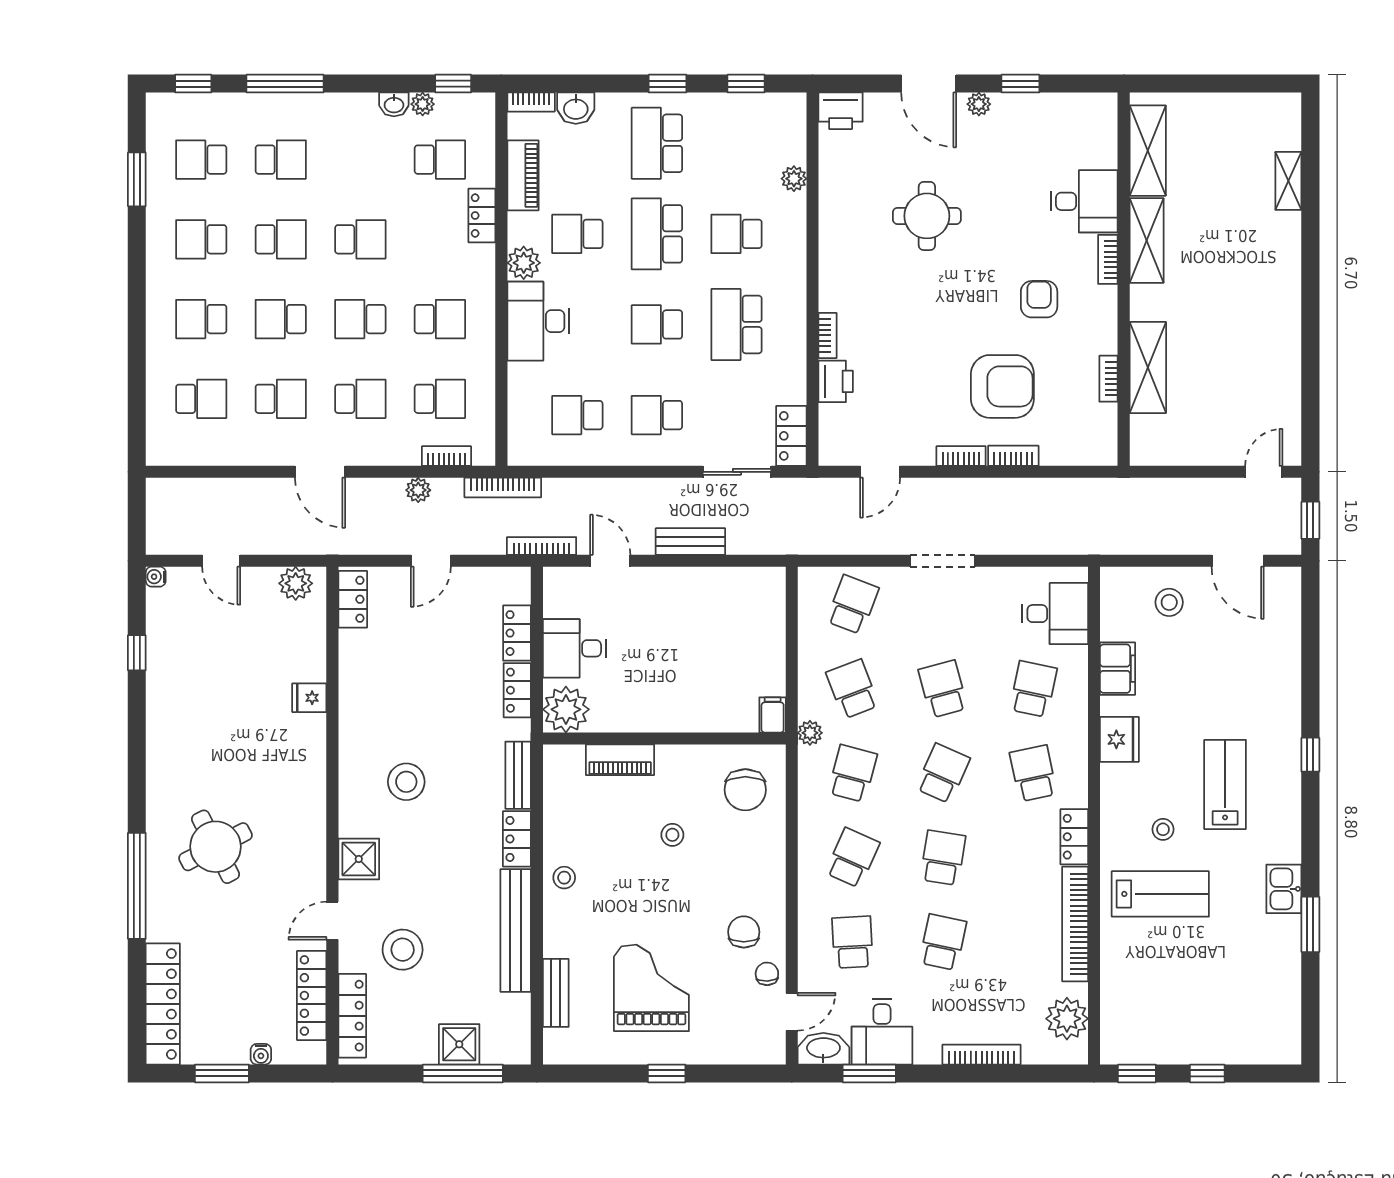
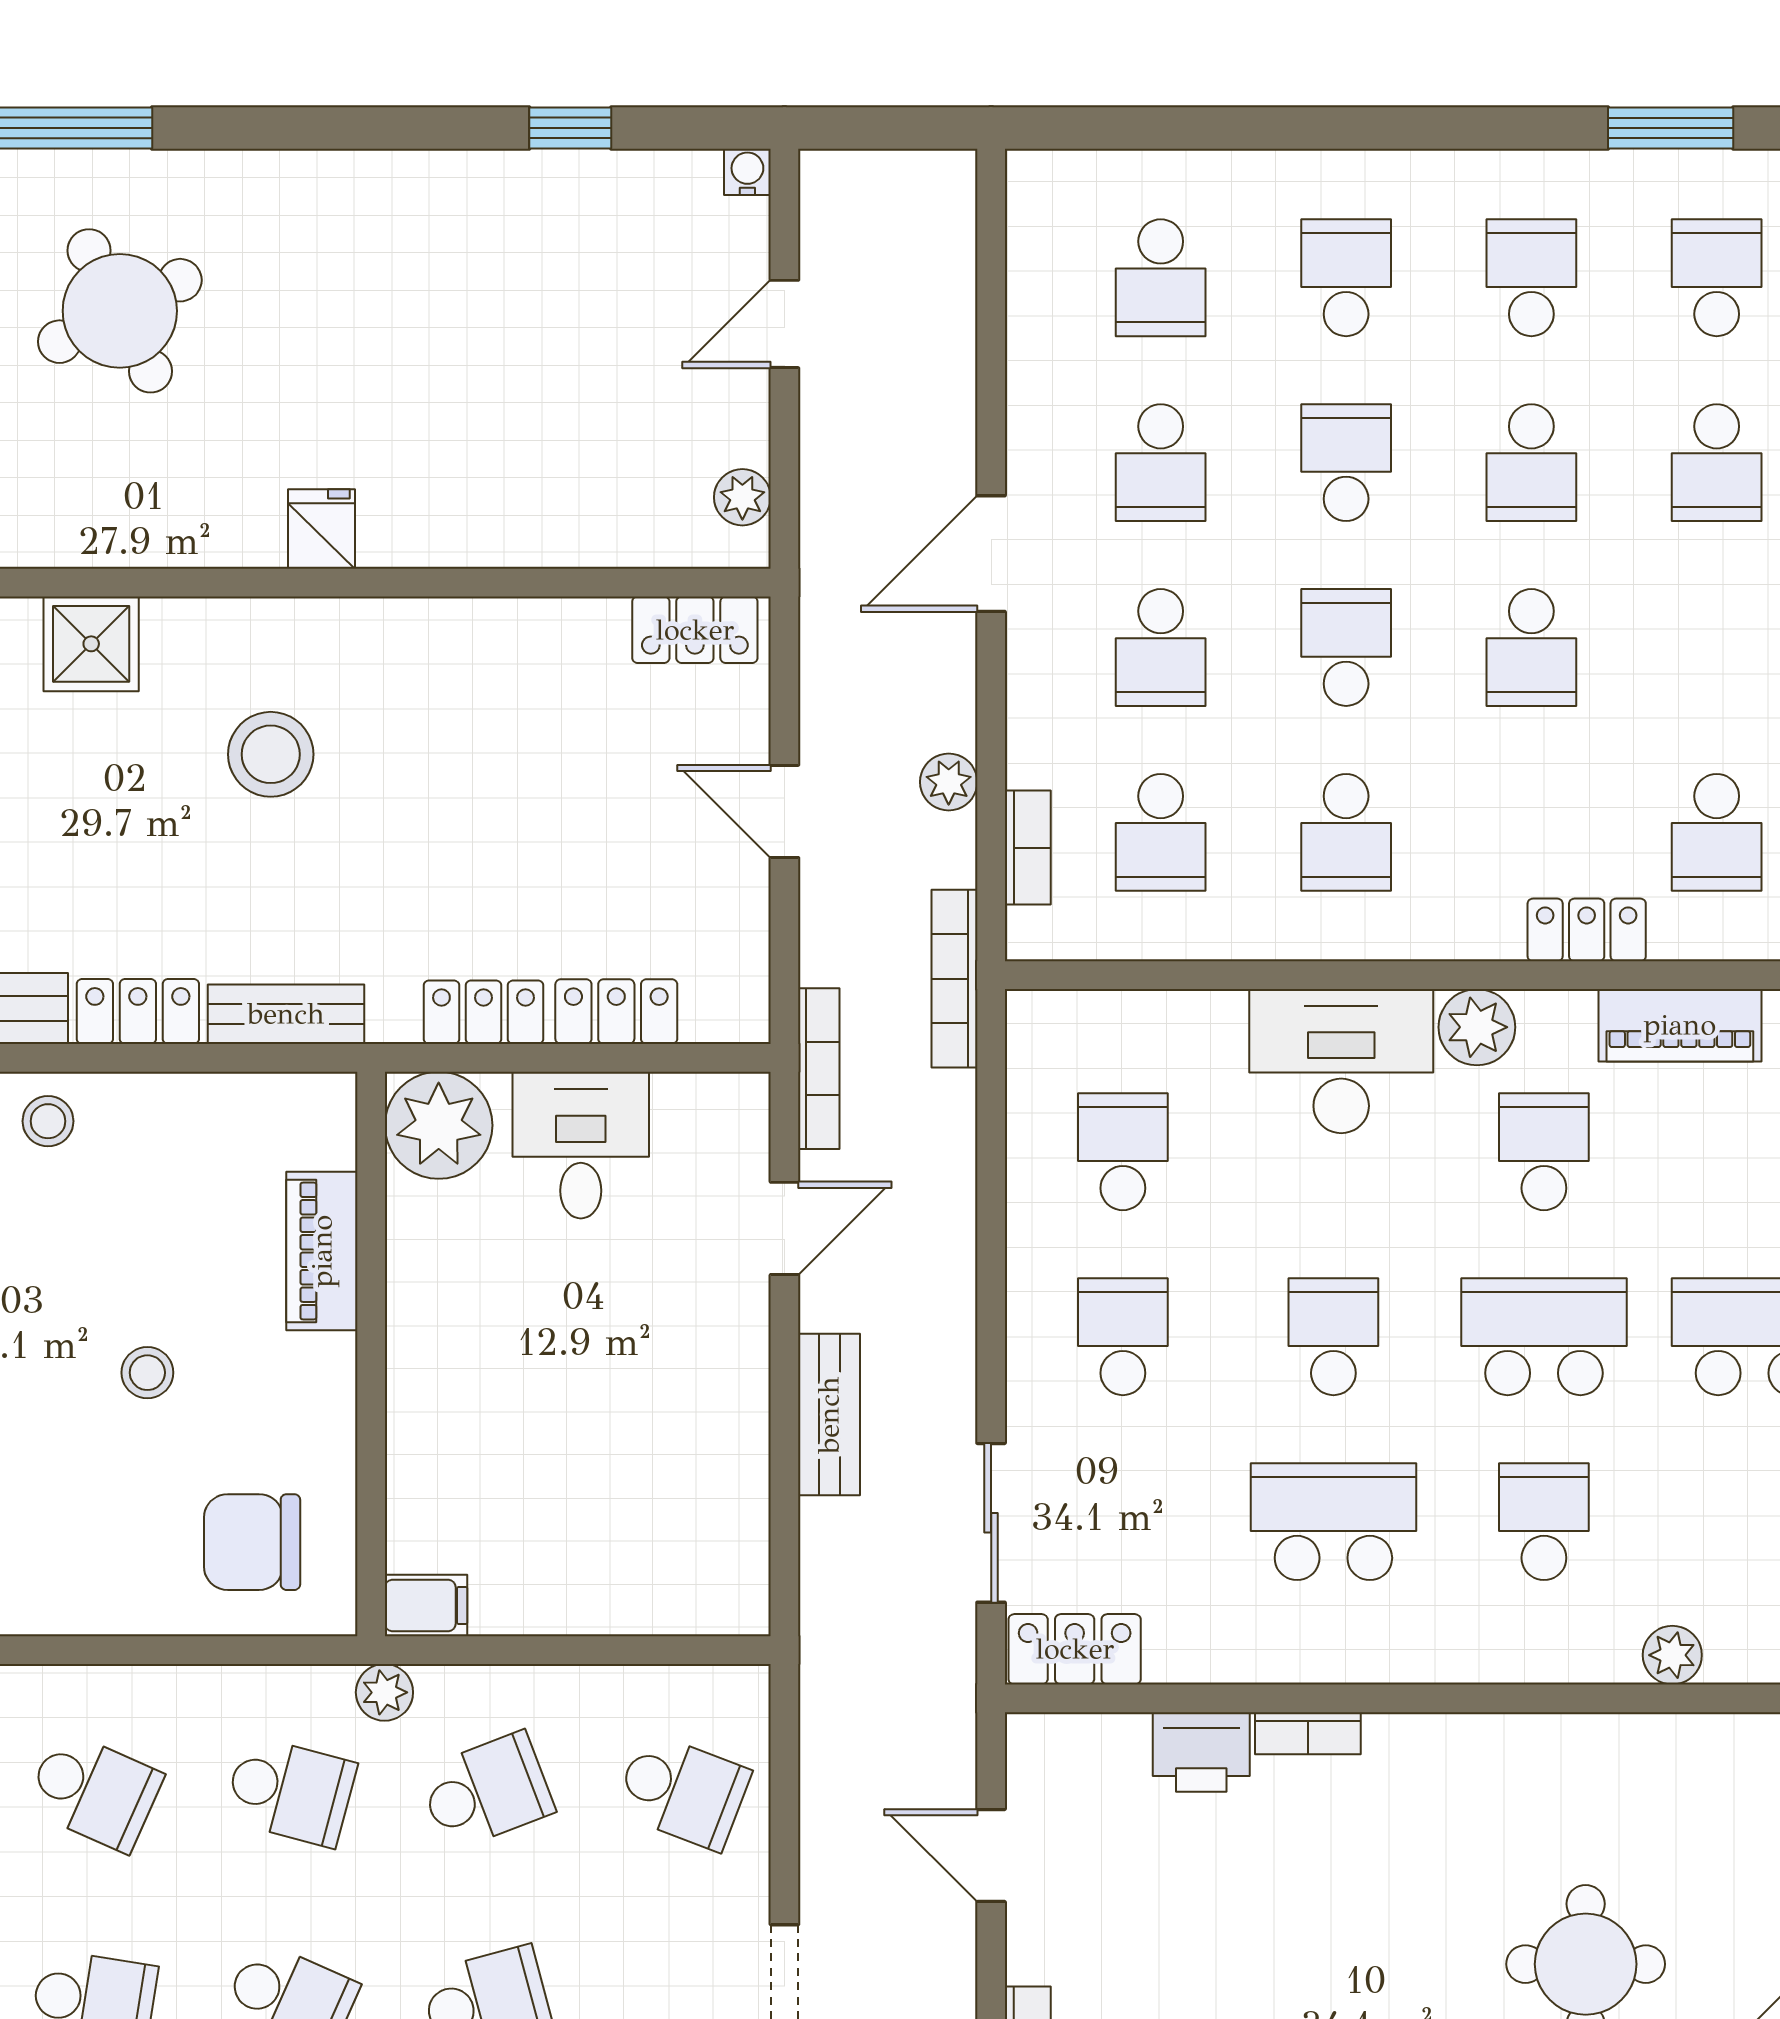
plant: (296, 583) -> (742, 497), width x0.73, depth x0.73
fridge: (309, 698) -> (321, 529), moved

